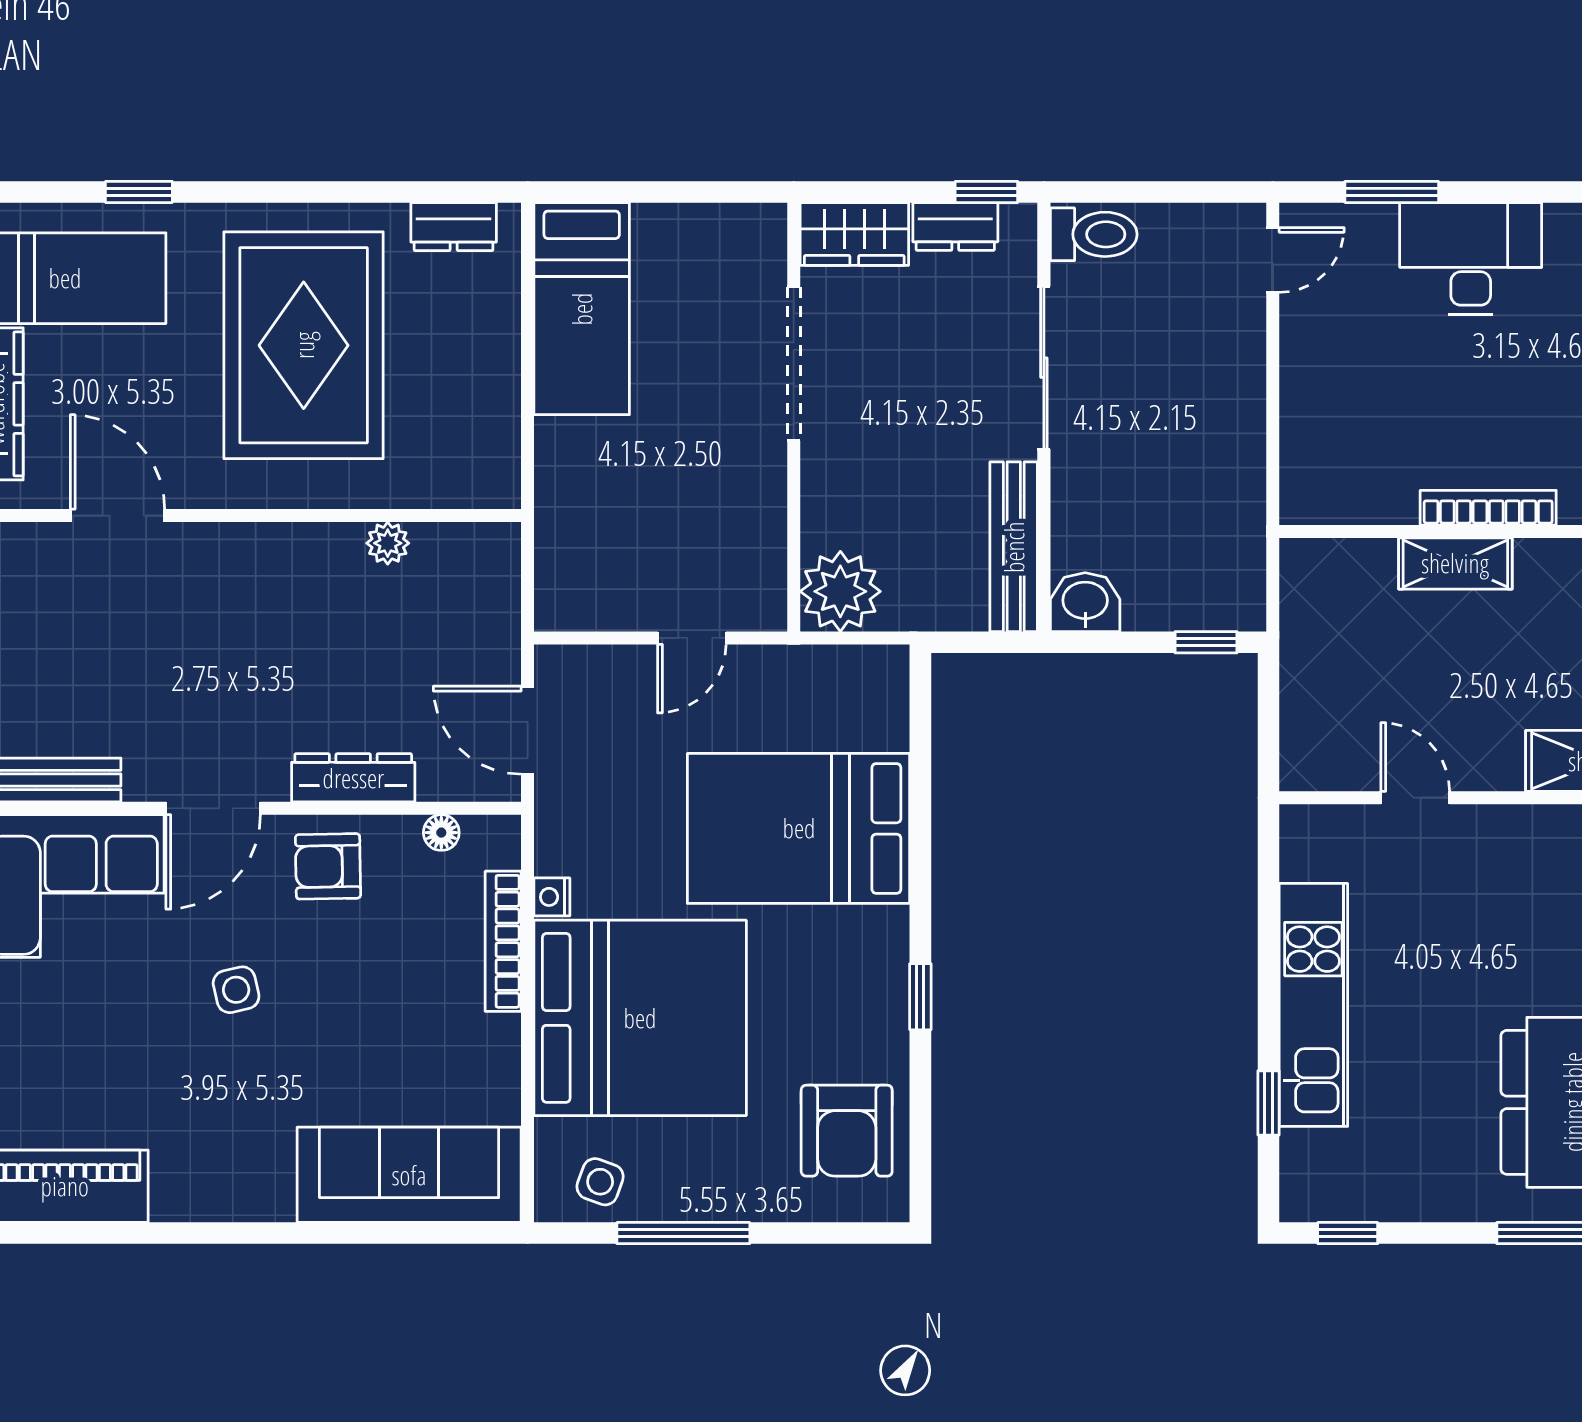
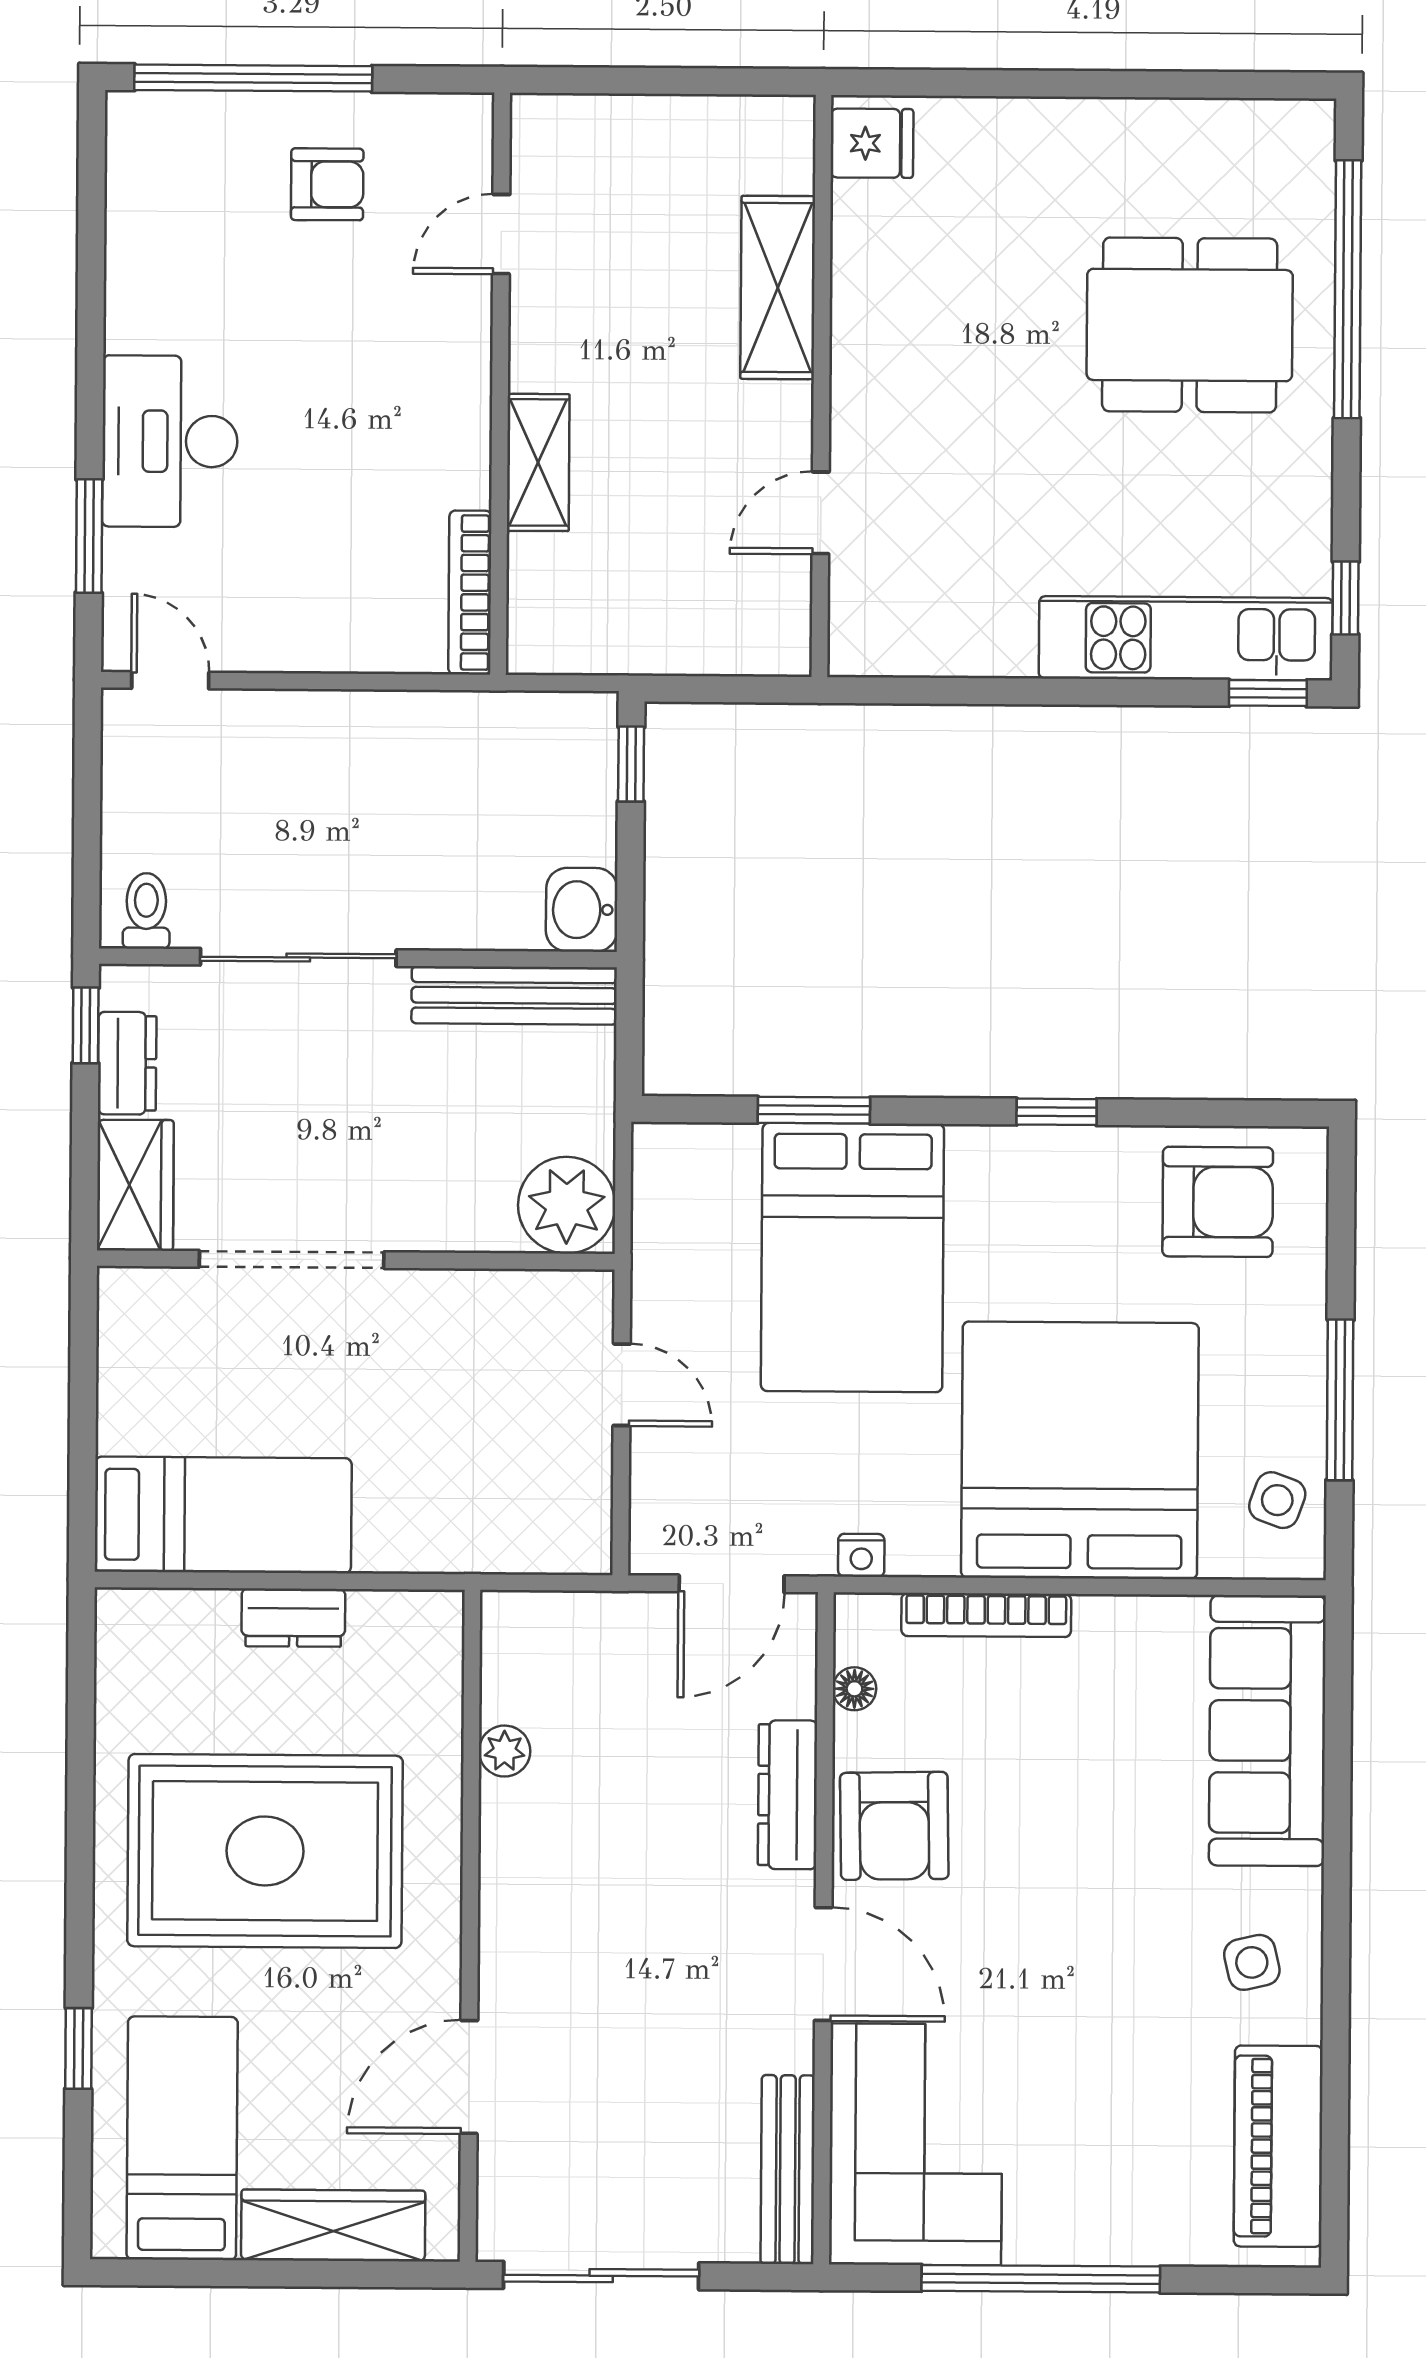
dresser: (454, 227) -> (293, 1618), moved, turned 90
toilet: (1094, 234) -> (146, 911), width x0.73, depth x0.72
bookcase: (1488, 508) -> (470, 593), moved
window: (920, 796) -> (814, 1110), added
armchair: (328, 866) -> (894, 1826), width x1.38, depth x1.38
nightstand: (552, 897) -> (861, 1555), moved
side table: (236, 990) -> (1252, 1962), moved
kitchen unit: (1313, 1005) -> (1186, 638), moved
window: (1269, 1103) -> (1268, 693), moved

